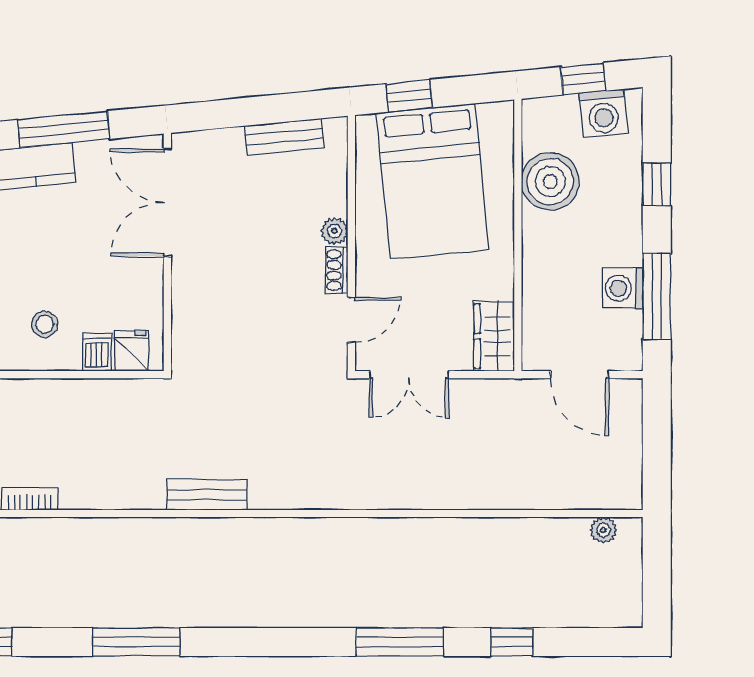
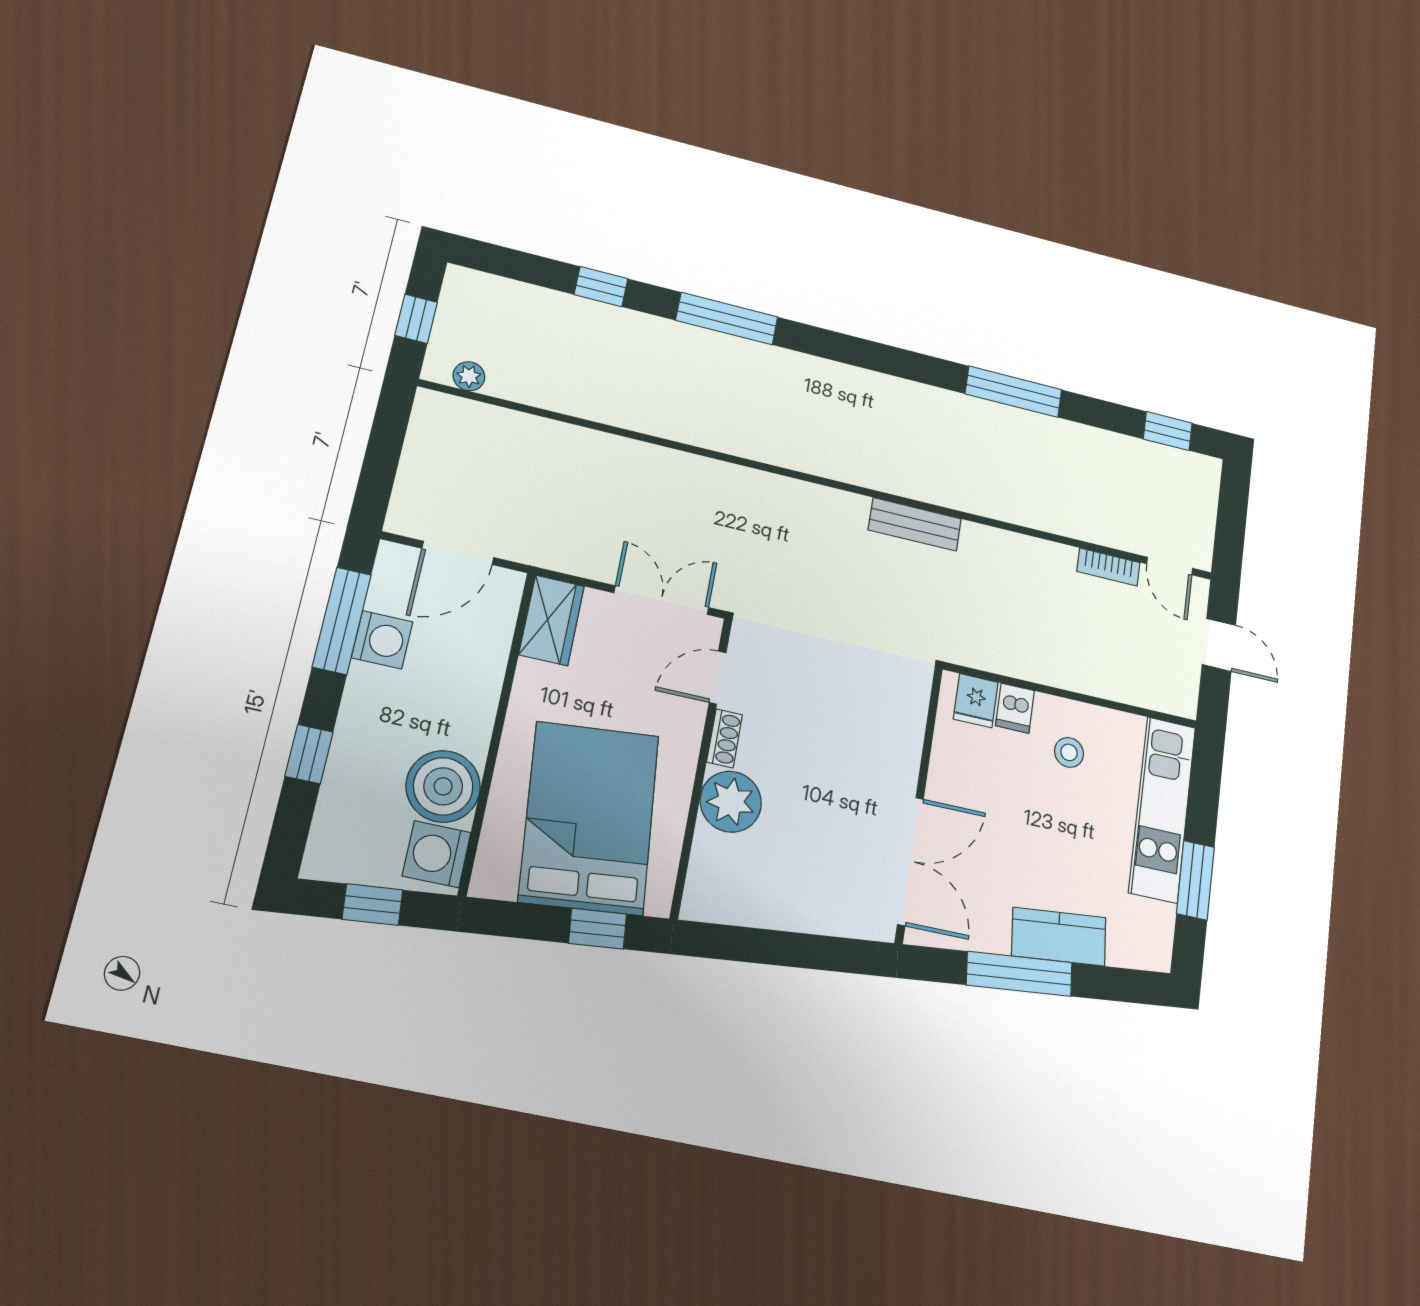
washing machine: (604, 113) -> (437, 854), moved, turned -84
bench: (284, 137) -> (760, 910), removed
plant: (334, 231) -> (731, 802), width x1.87, depth x1.87
door: (580, 375) -> (458, 553), swing flipped
window: (657, 570) -> (416, 319), added

